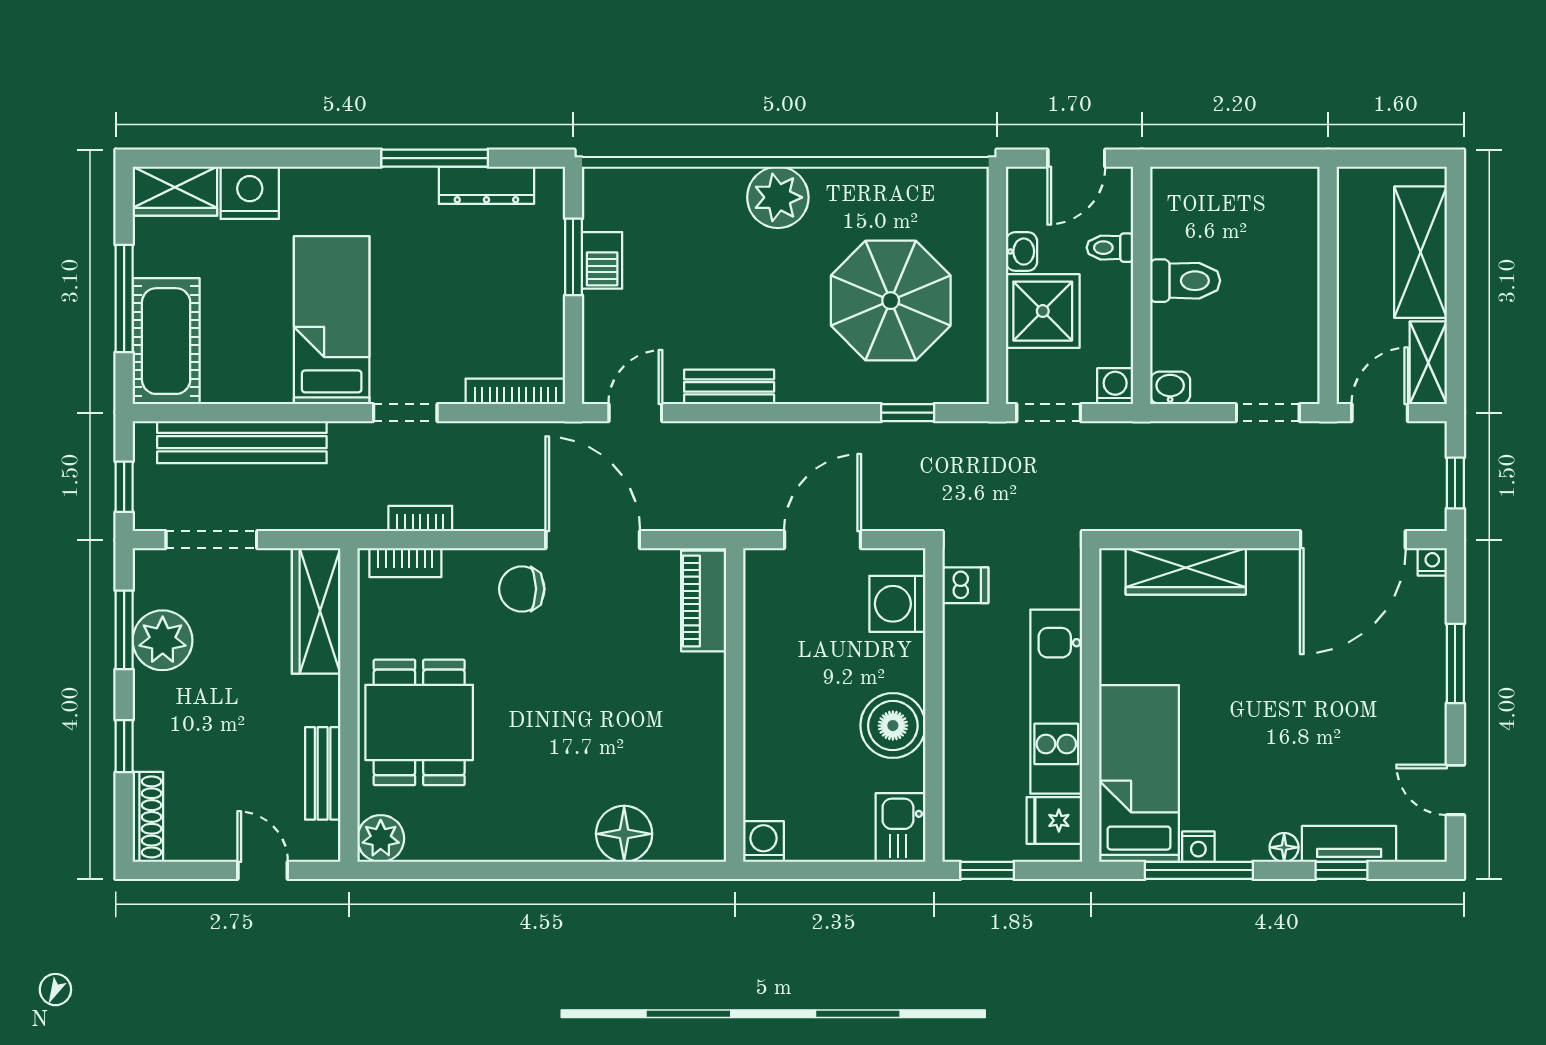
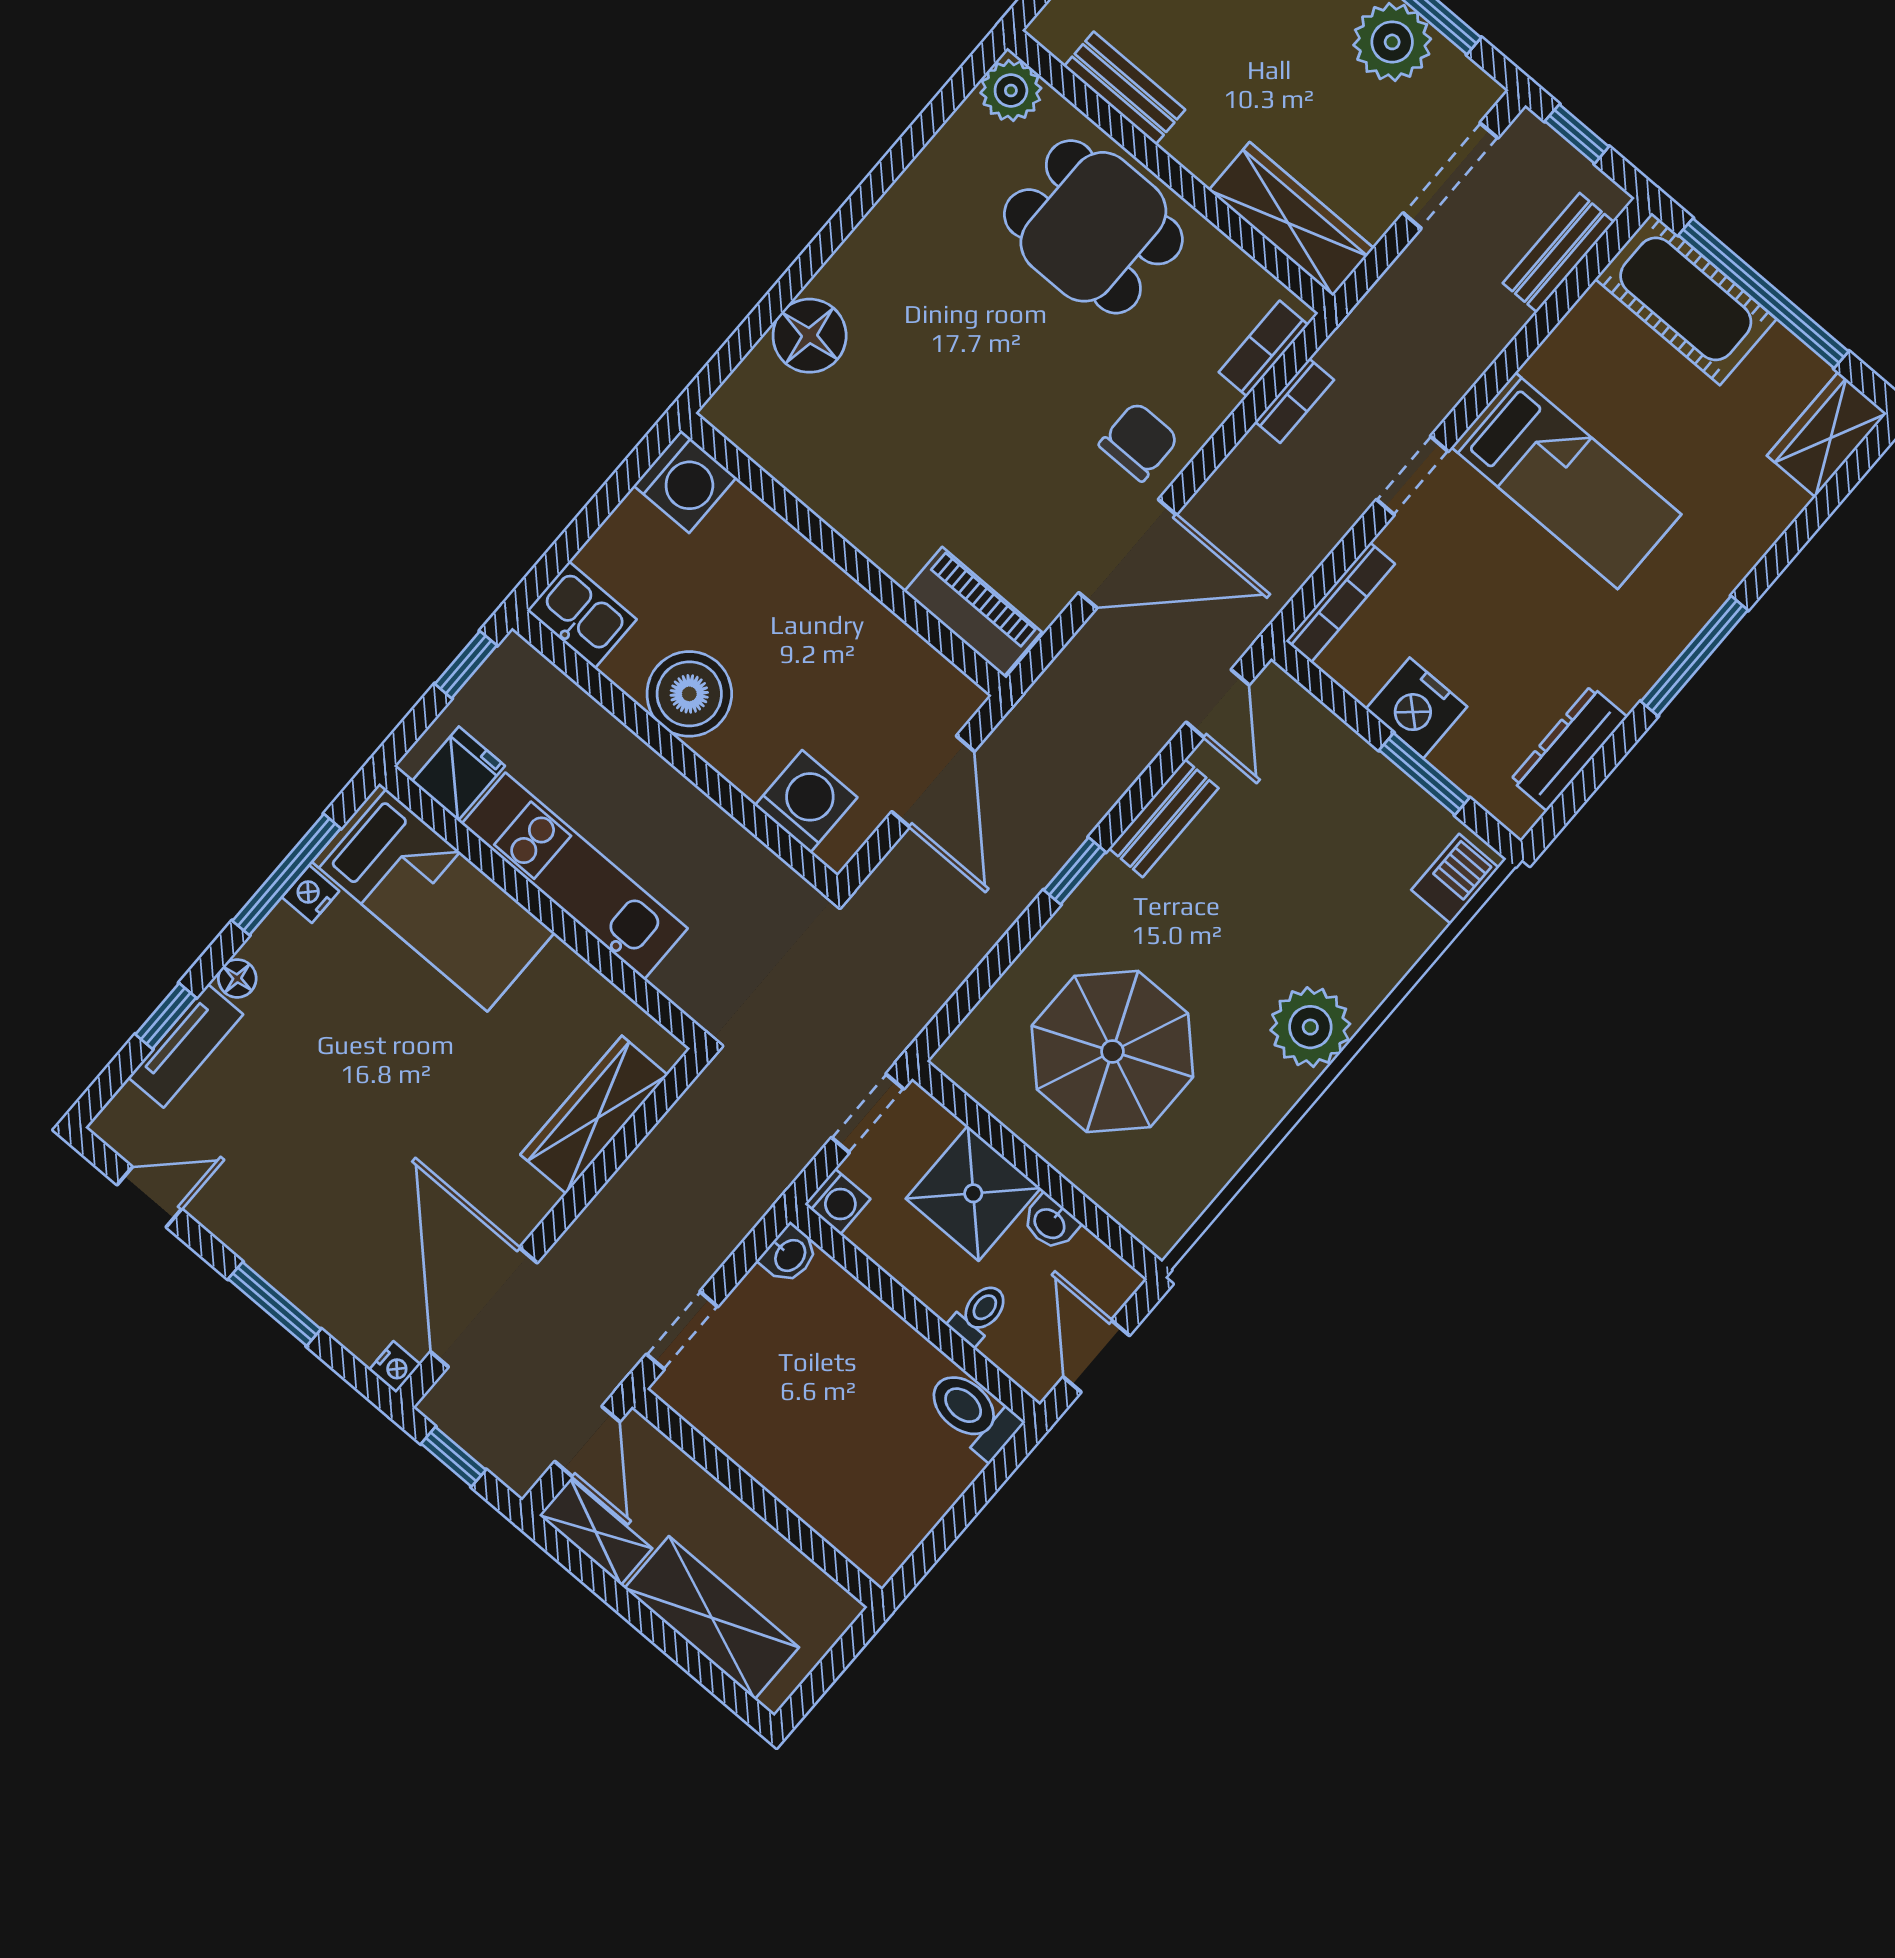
window: (435, 158) -> (1694, 656), moved
nightstand: (250, 193) -> (1416, 708), moved, turned 90
barbecue: (602, 260) -> (1455, 879), moved, turned 90
toilet: (1185, 281) -> (973, 1413), moved, turned 90
window: (124, 298) -> (1764, 293), width x1.46
window: (908, 413) -> (1075, 871), moved
bench: (242, 442) -> (1558, 253), width x0.54, depth x0.82
dishwasher: (965, 585) -> (767, 884), removed
washing machine: (763, 842) -> (685, 482), width x1.38, depth x1.38

